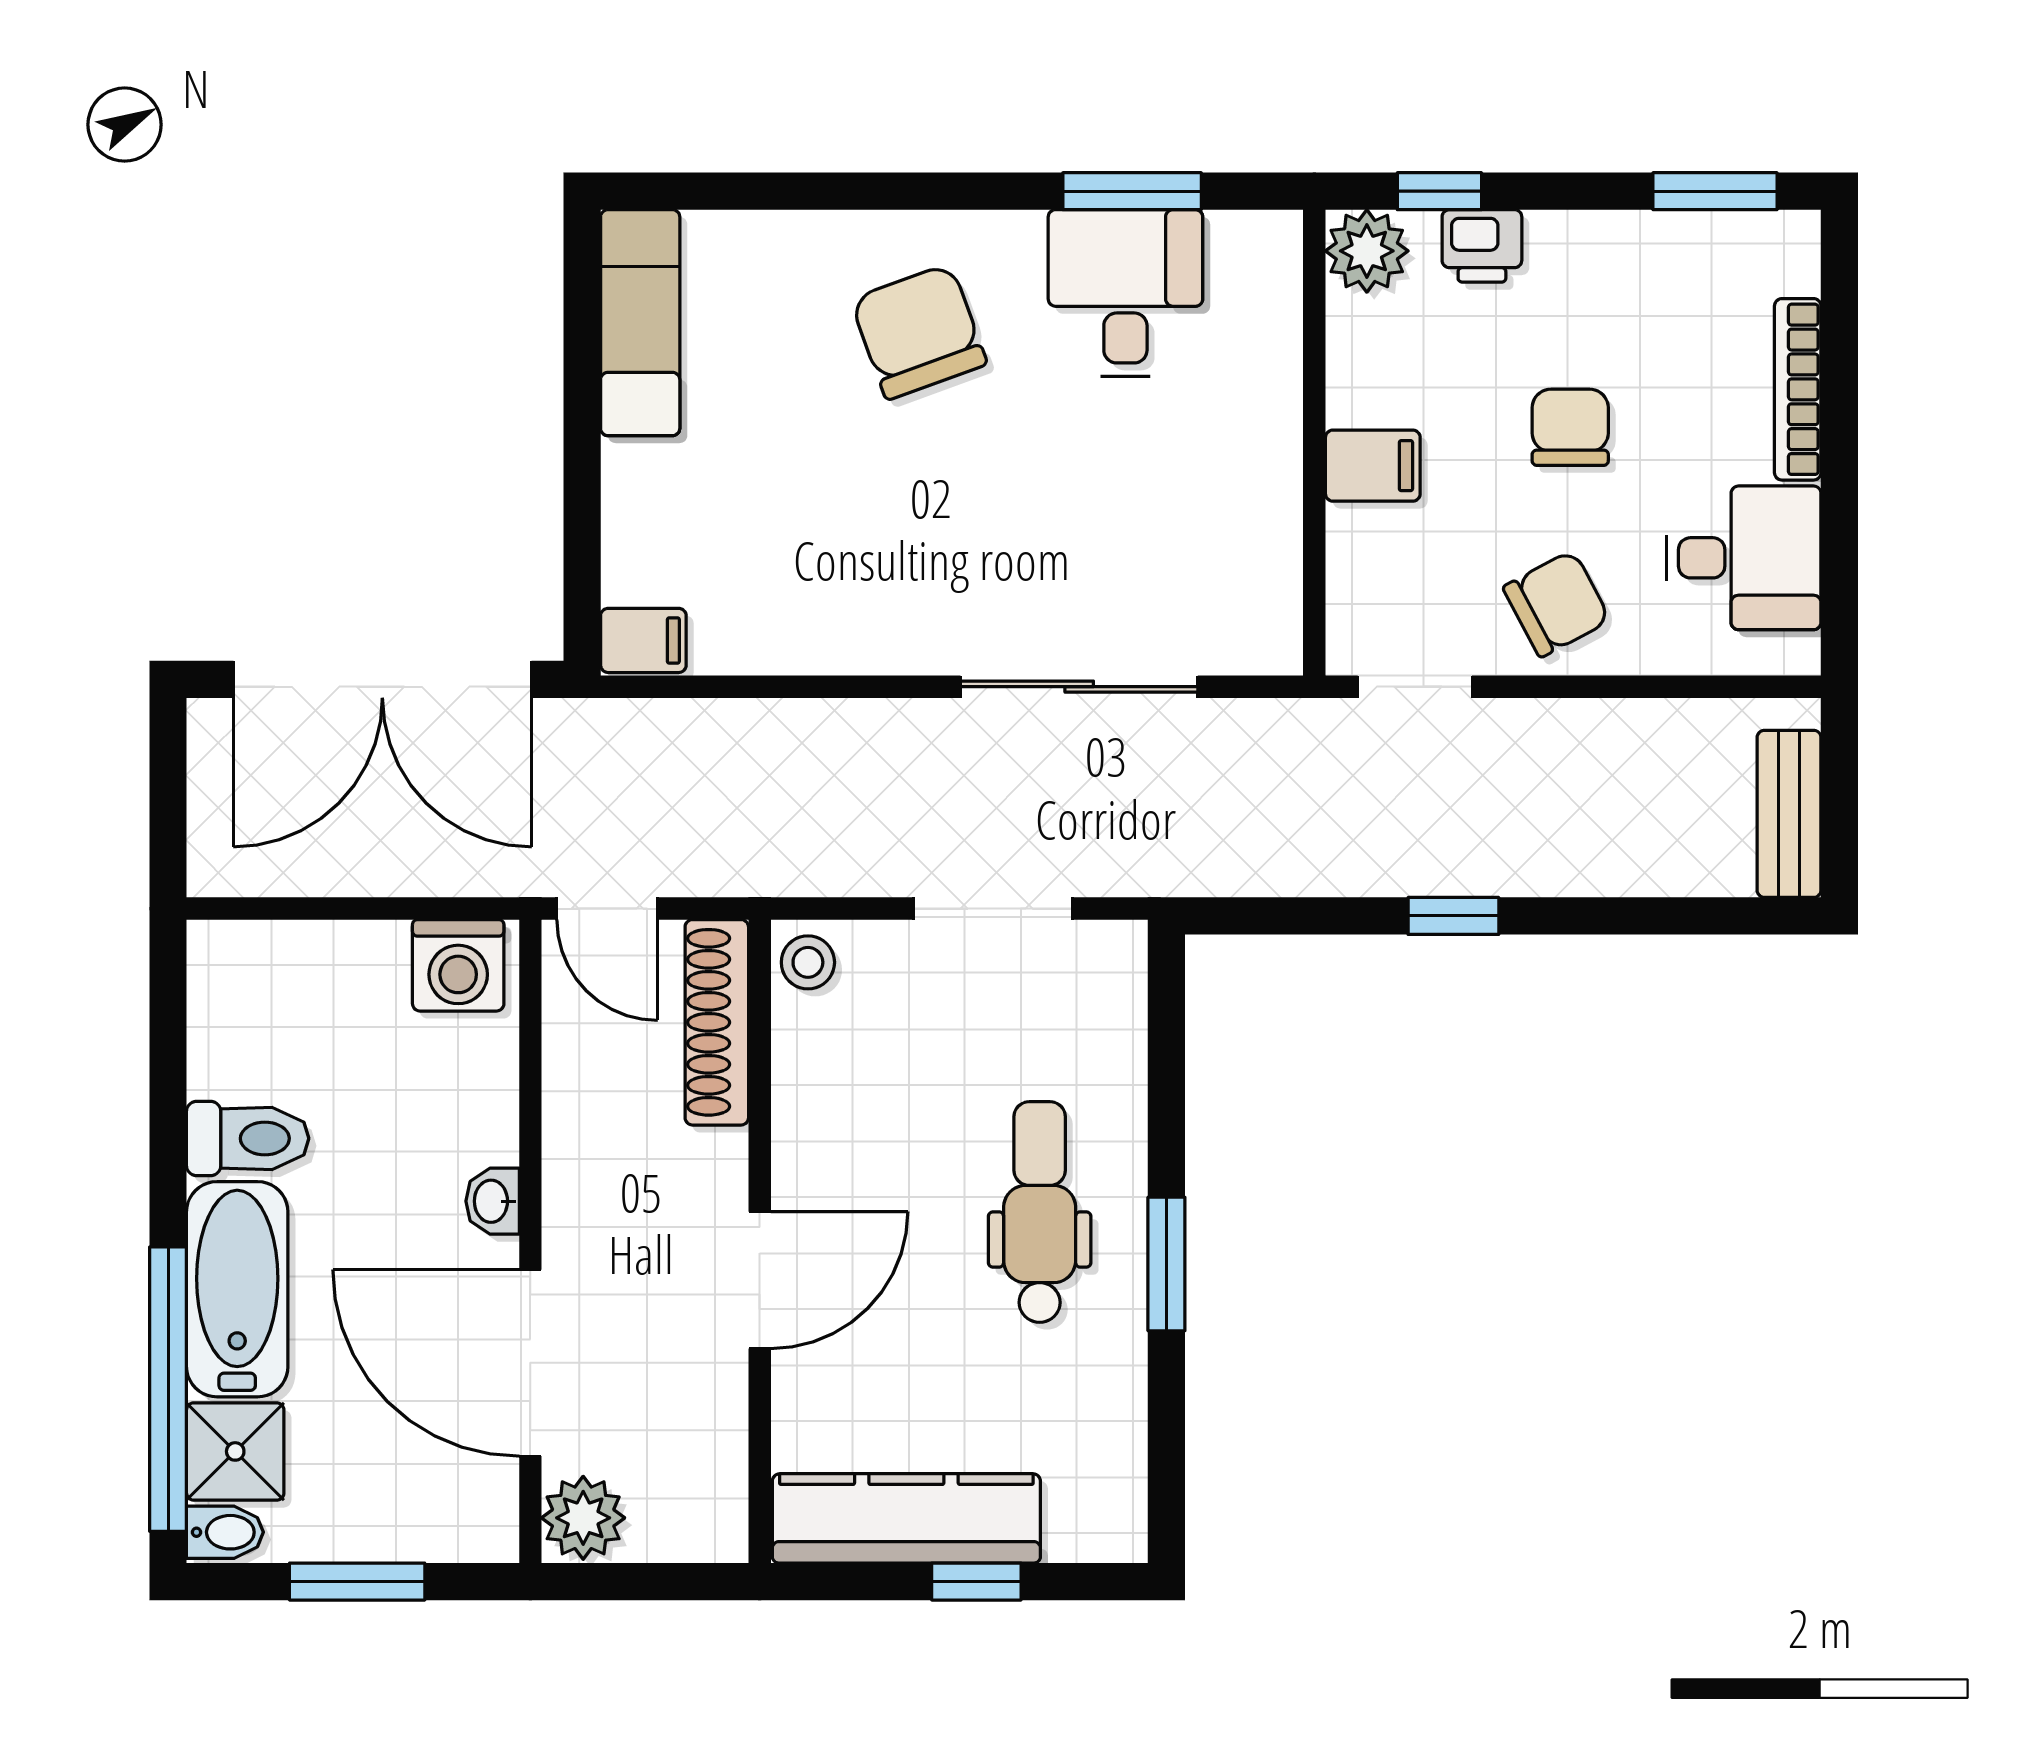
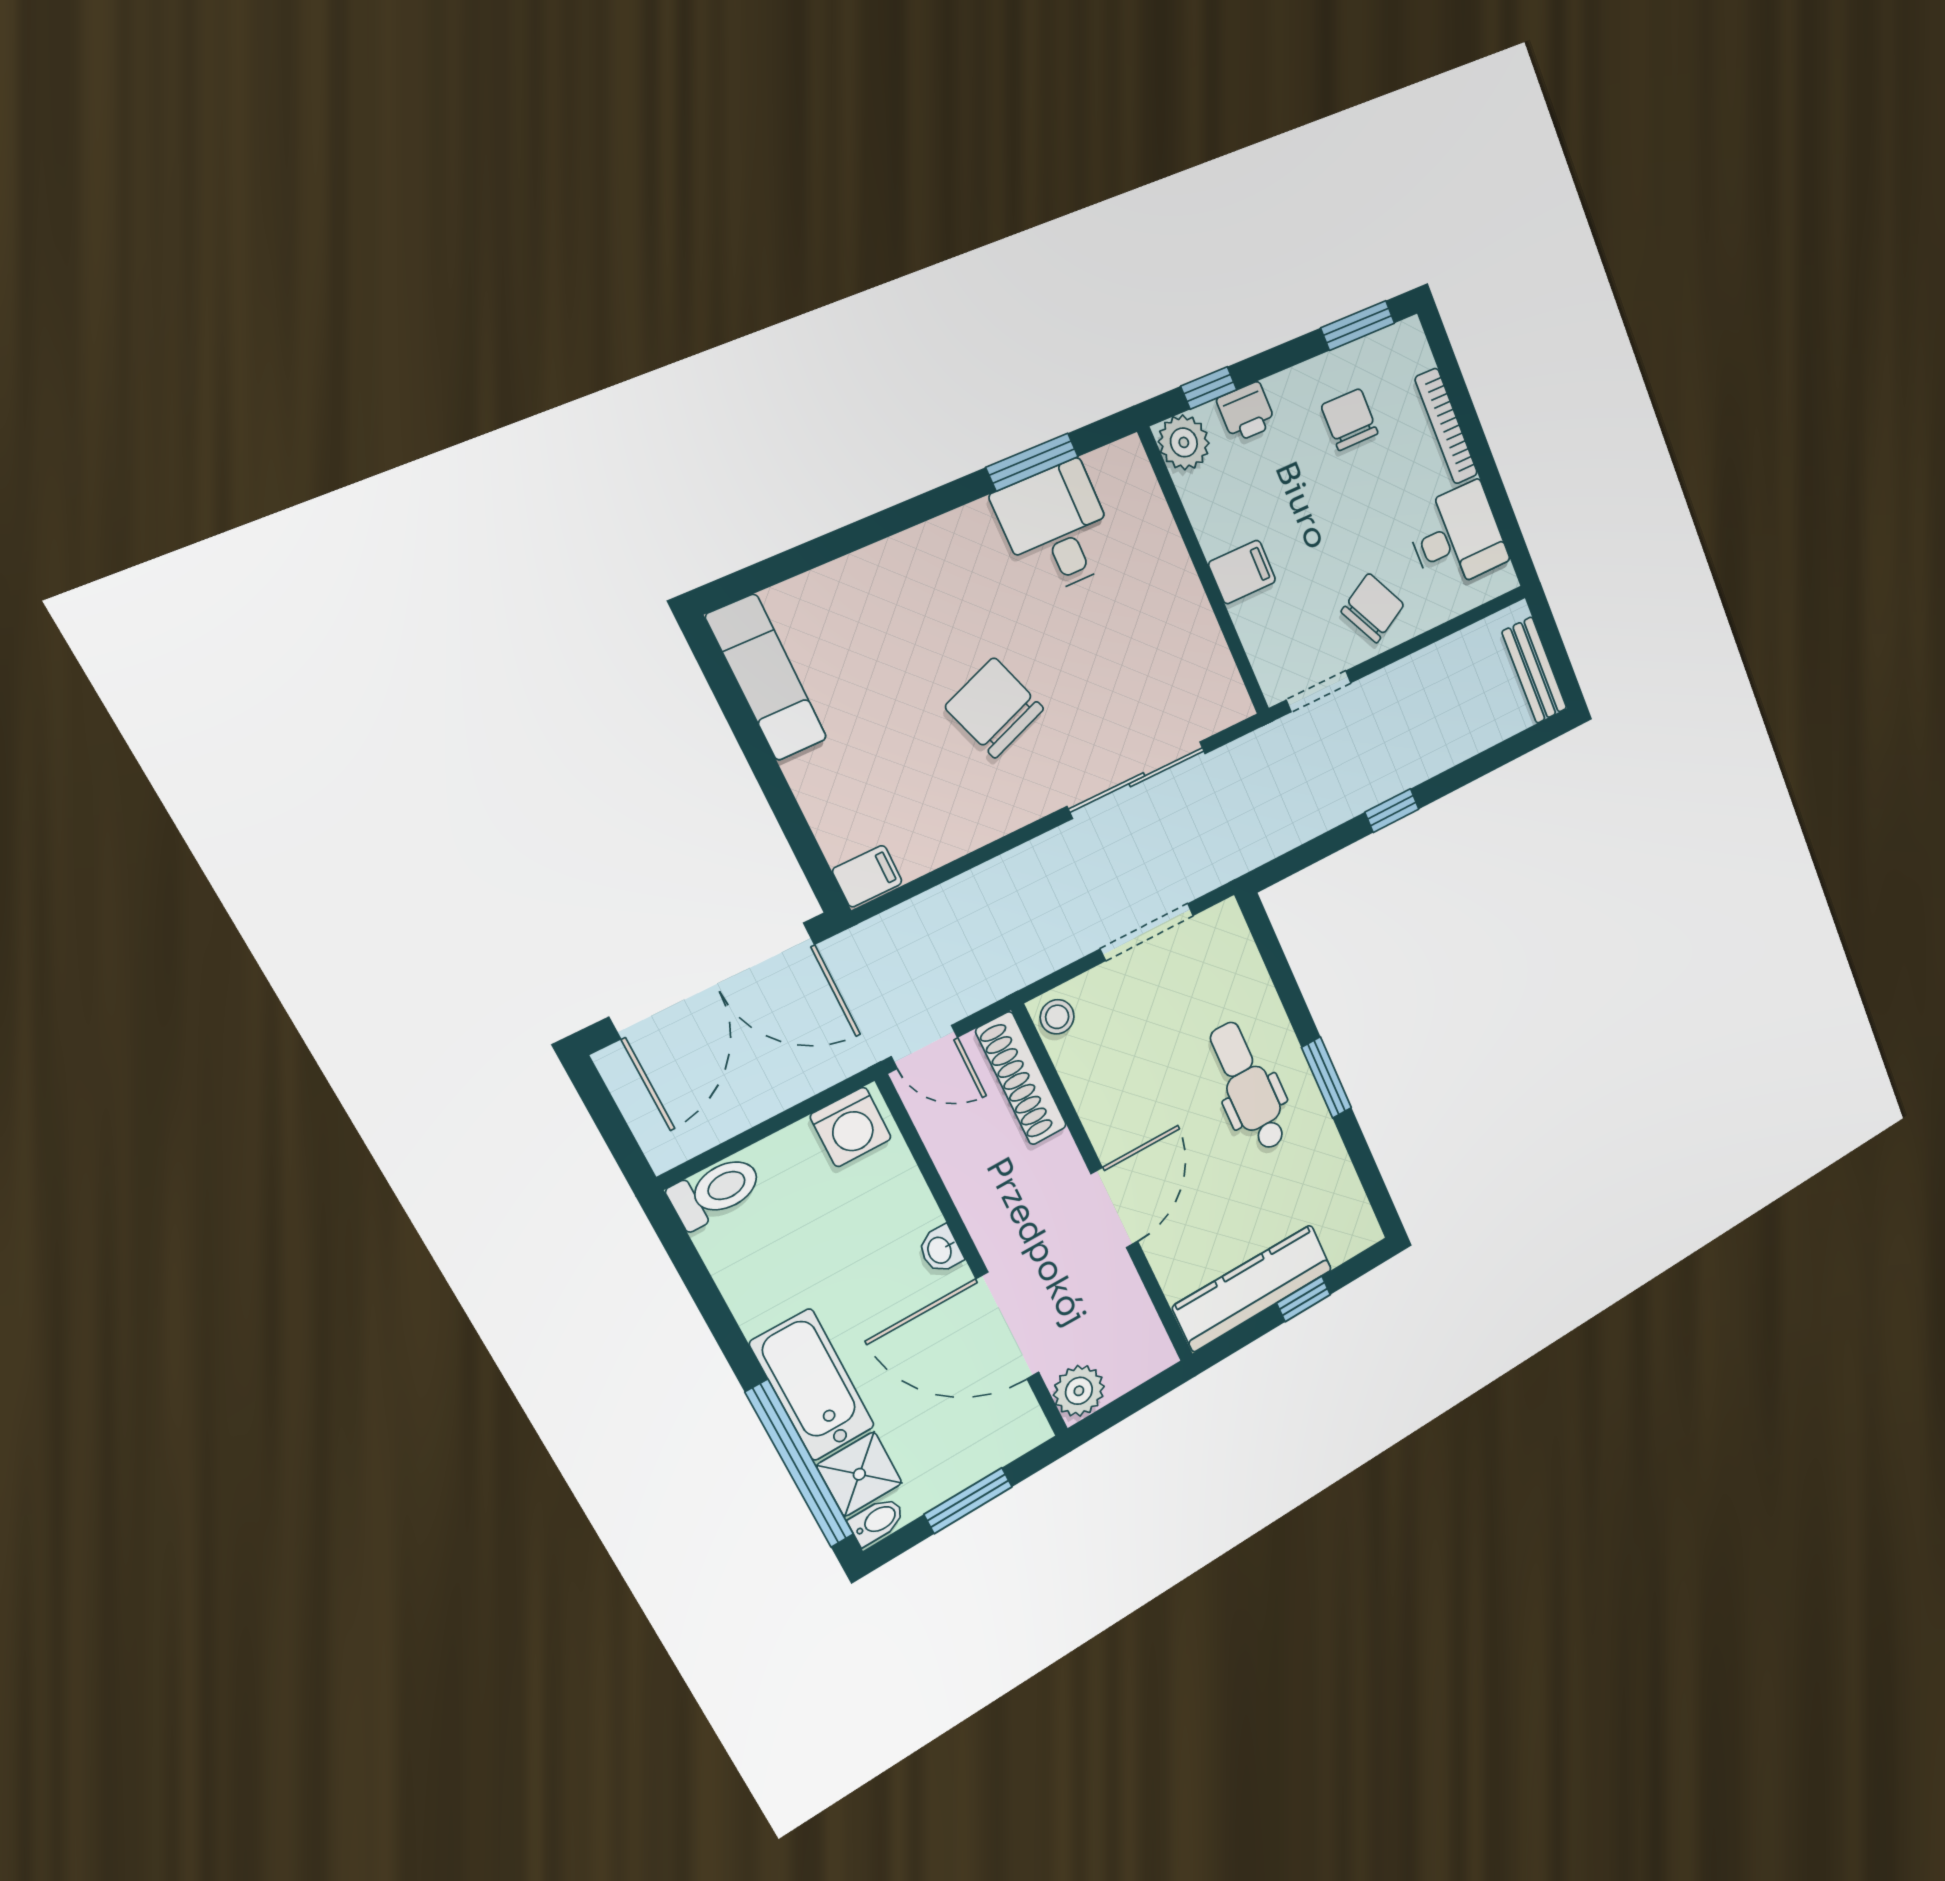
chair: (919, 332) -> (994, 708), moved
chair: (1570, 427) -> (1350, 419), moved
toilet: (248, 1138) -> (715, 1191), moved

